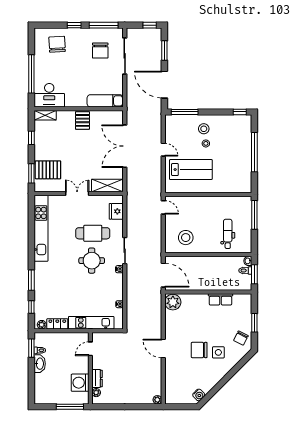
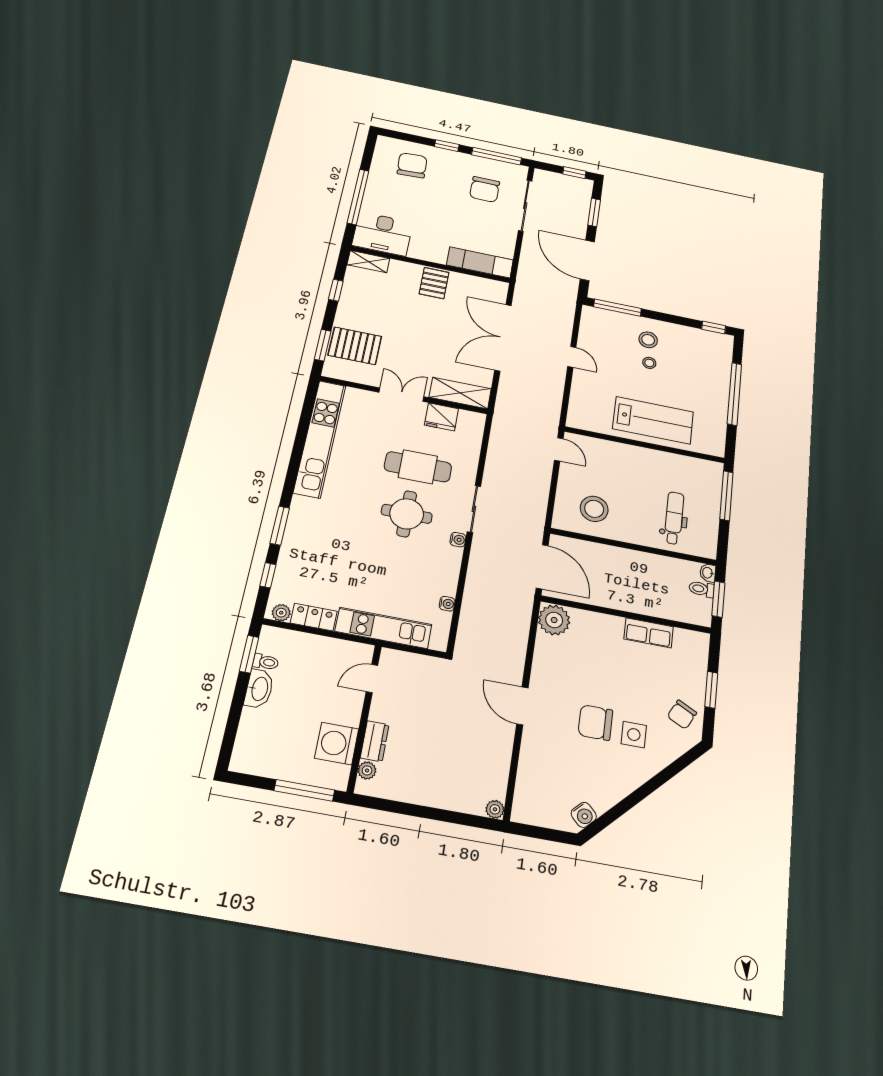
lab bench: (191, 170) -> (653, 420), moved
fridge: (116, 211) -> (441, 417), moved, turned -90

